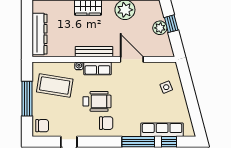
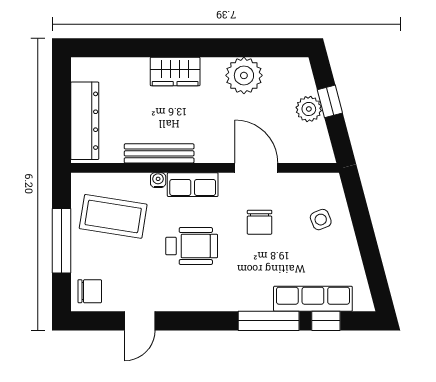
bench: (94, 52) -> (159, 153), moved
chair: (106, 123) -> (260, 222), moved, turned 90

